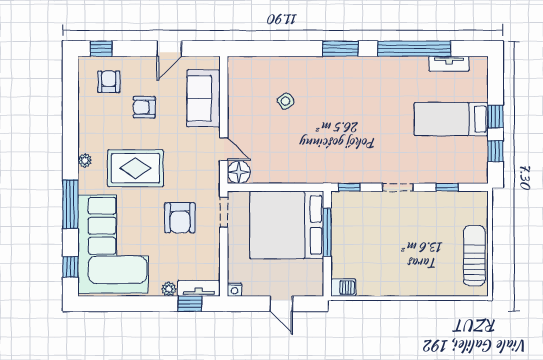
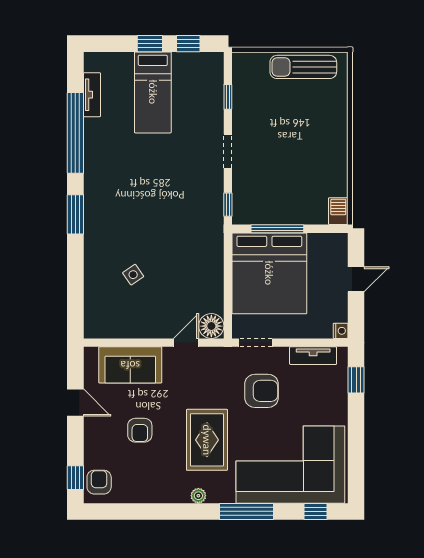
armchair: (109, 82) -> (99, 482), moved, turned 90
tv unit: (199, 288) -> (313, 356), moved, turned -90
plant: (169, 289) -> (340, 403), removed

